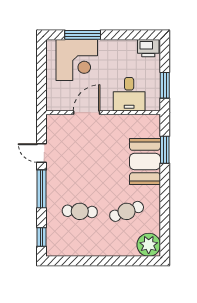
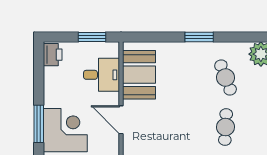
window: (165, 150) -> (199, 37), moved
booth: (145, 162) -> (139, 75), moved, turned 90

